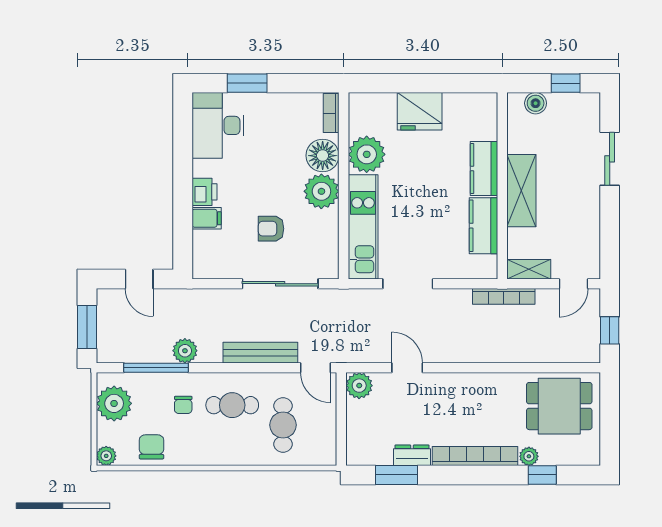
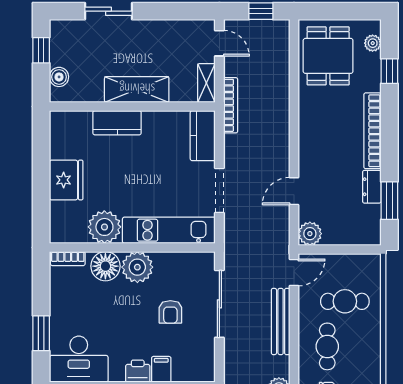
kitchen counter: (484, 226) -> (203, 136), moved, turned 90
plant: (529, 456) -> (373, 43), moved

